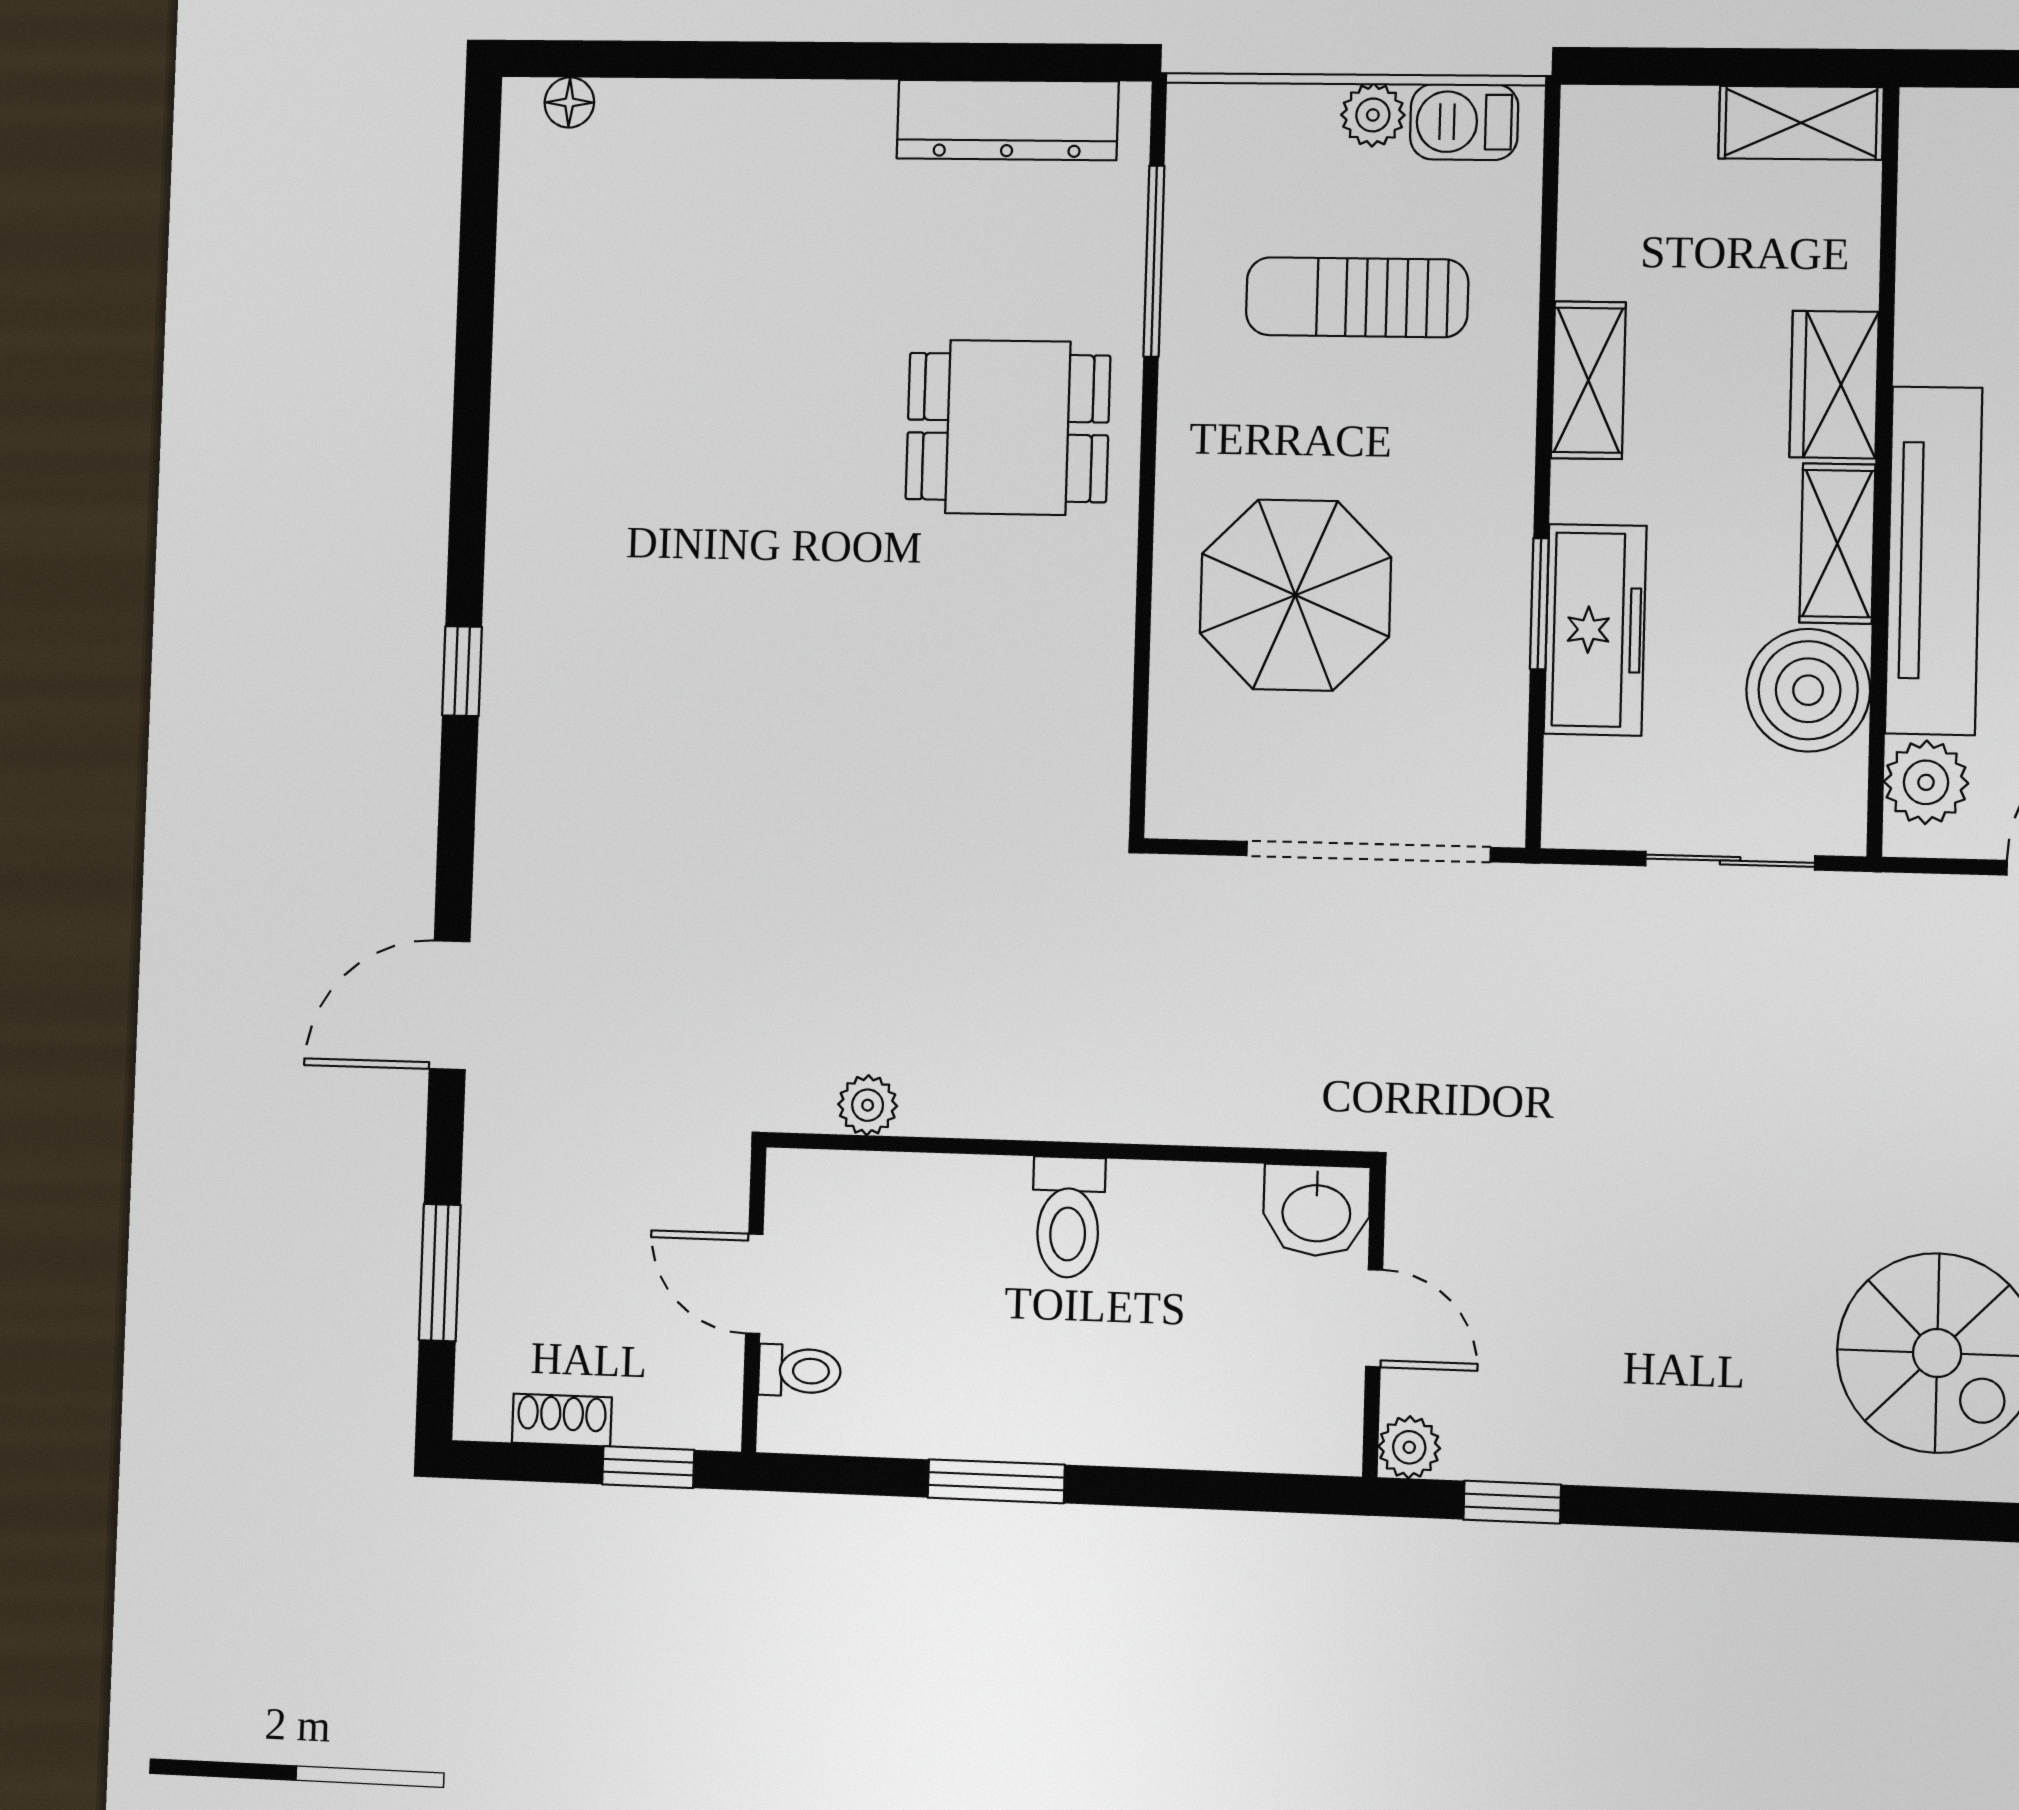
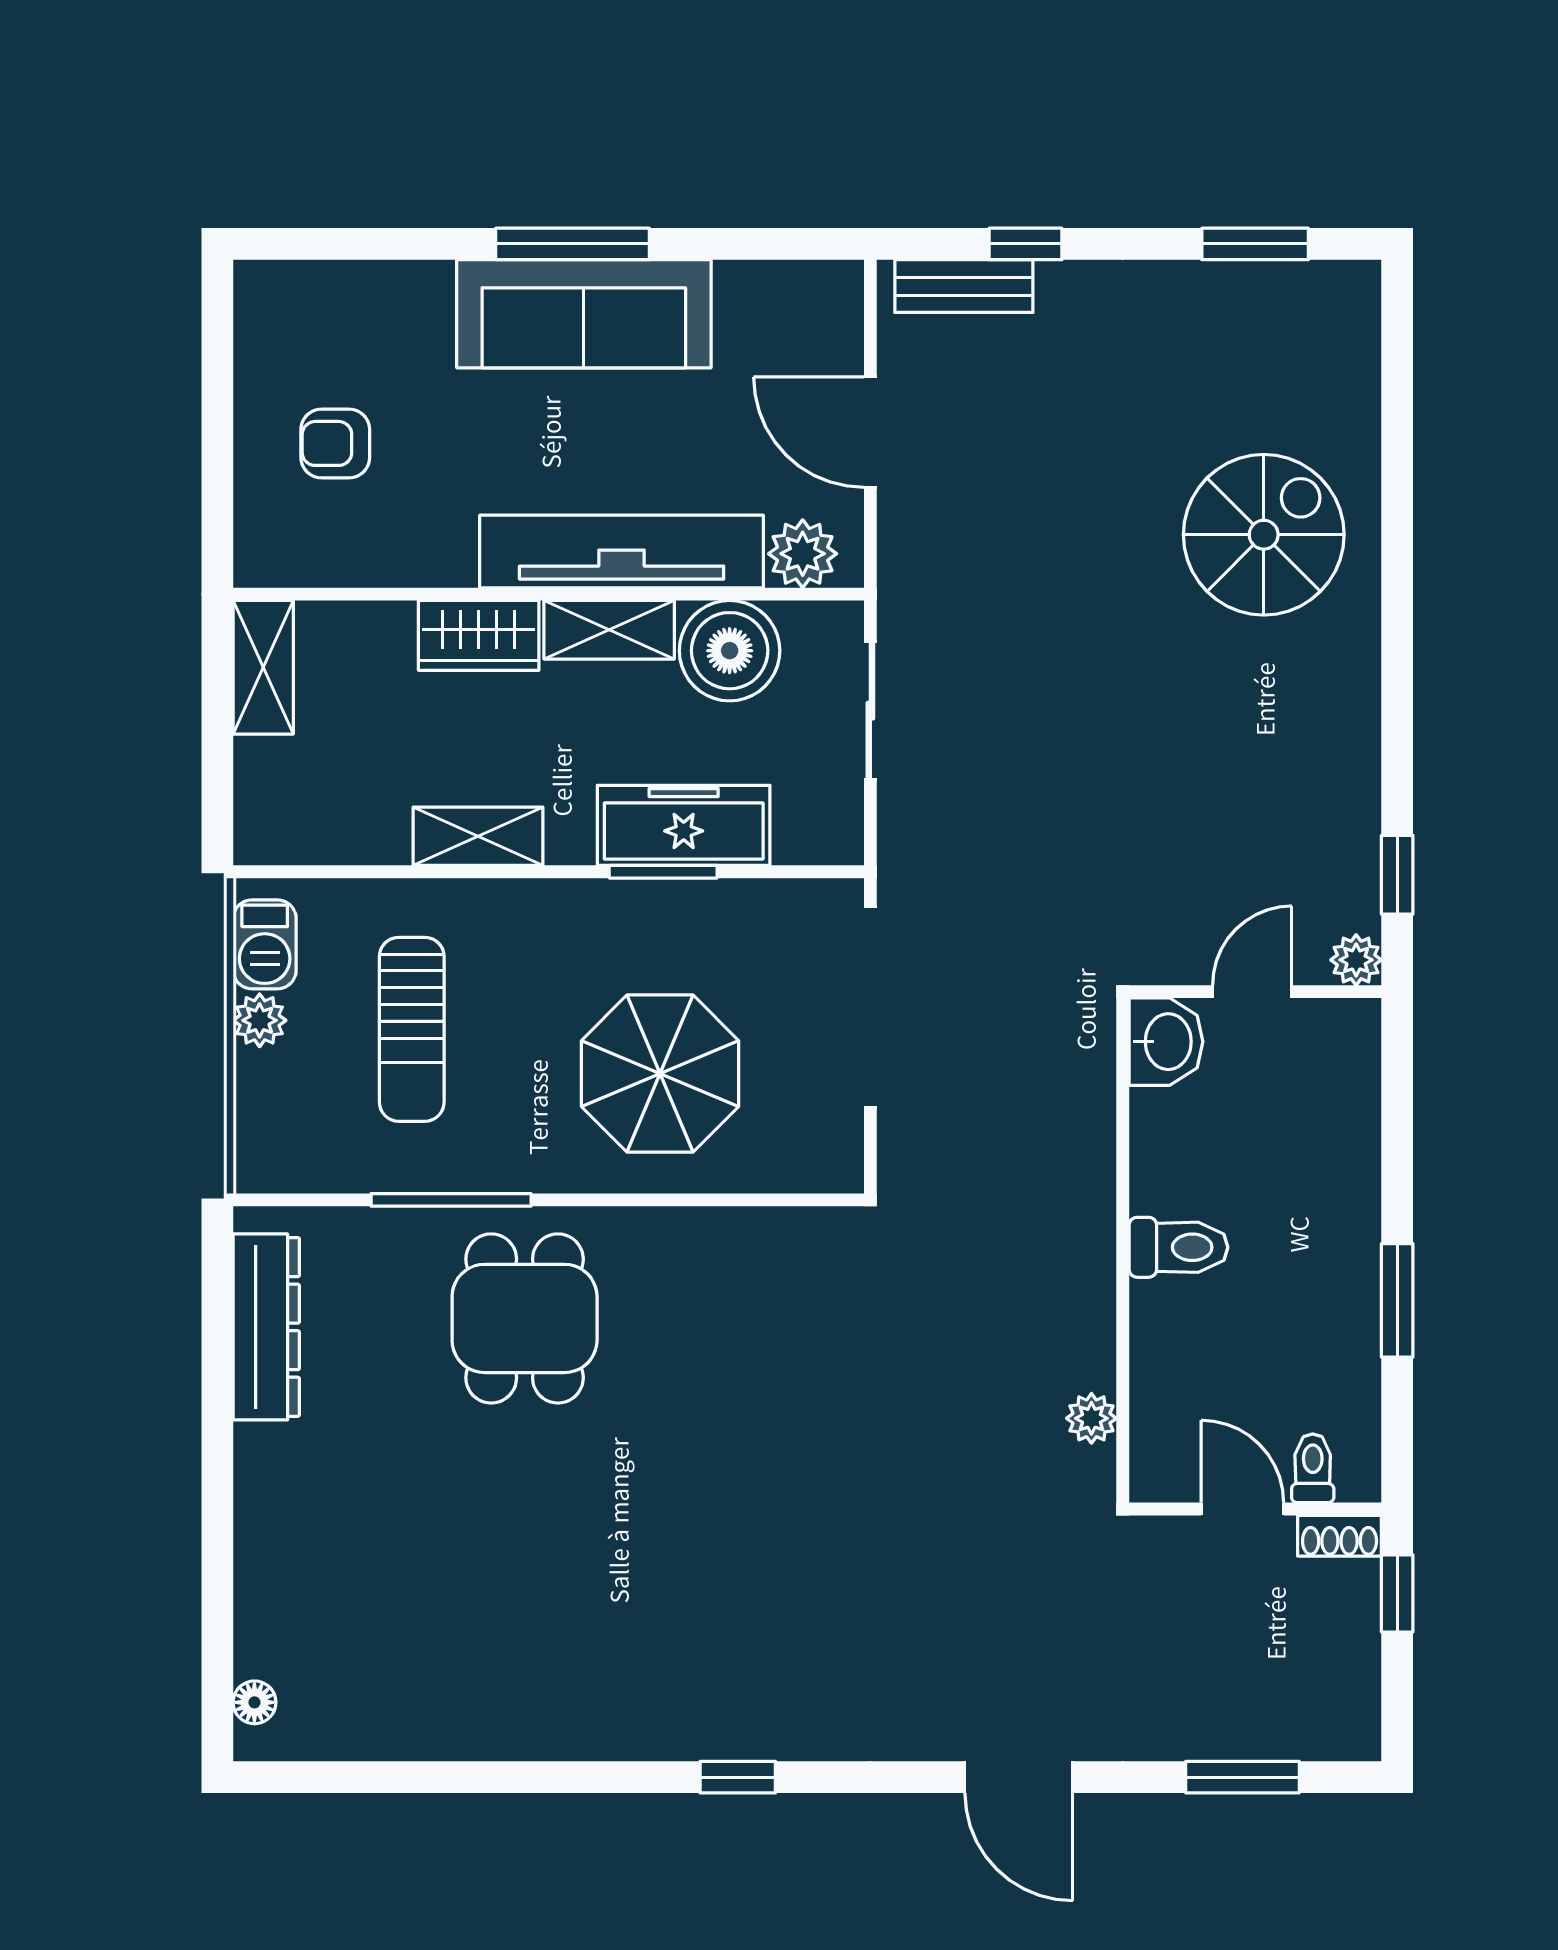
window: (1154, 261) -> (451, 1200), moved
door: (754, 1284) -> (1242, 1509), swing flipped
shoe rack: (562, 1420) -> (1340, 1536), moved, turned -90

